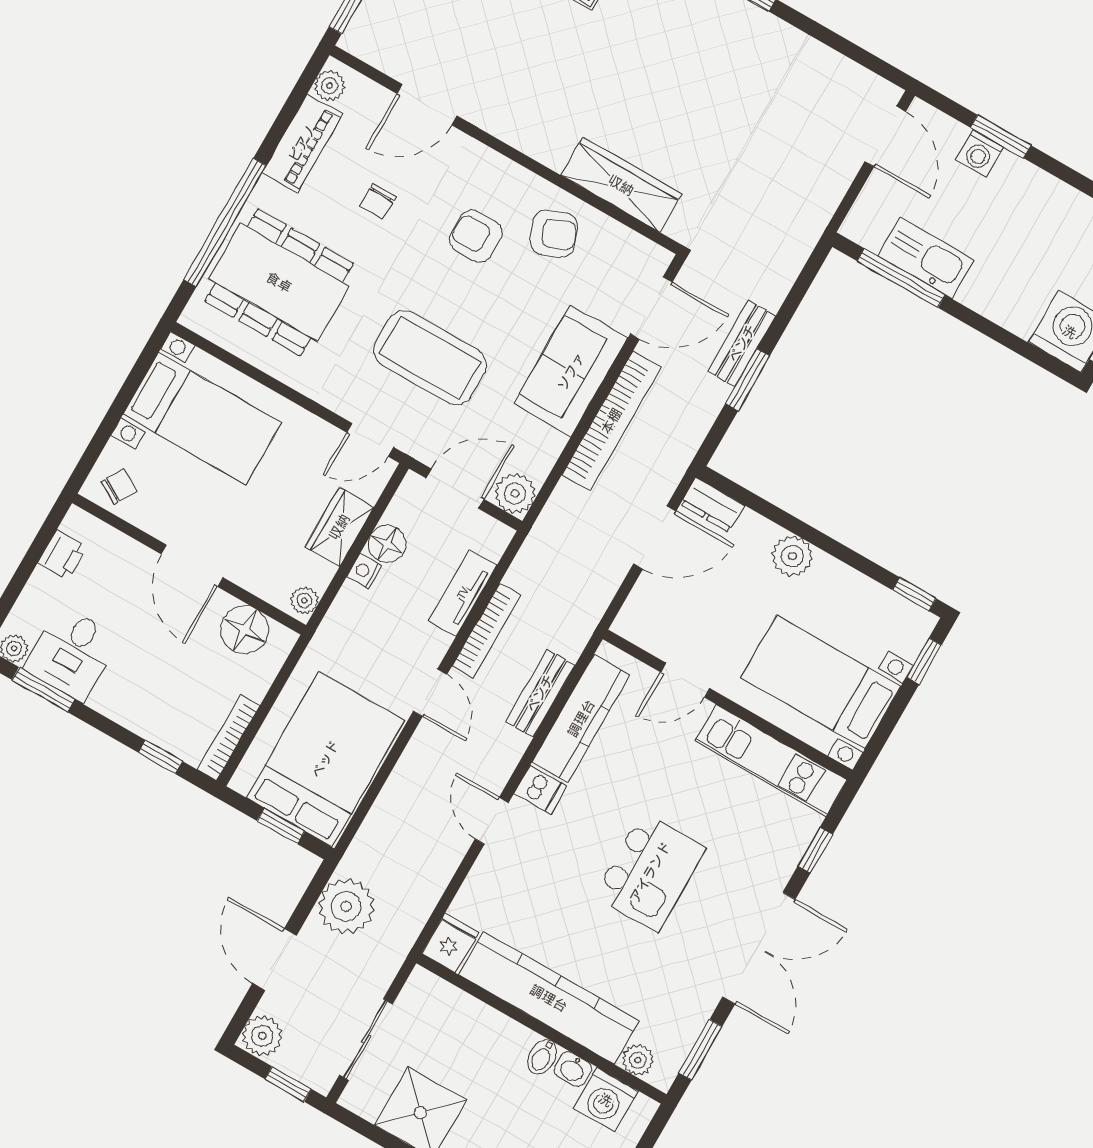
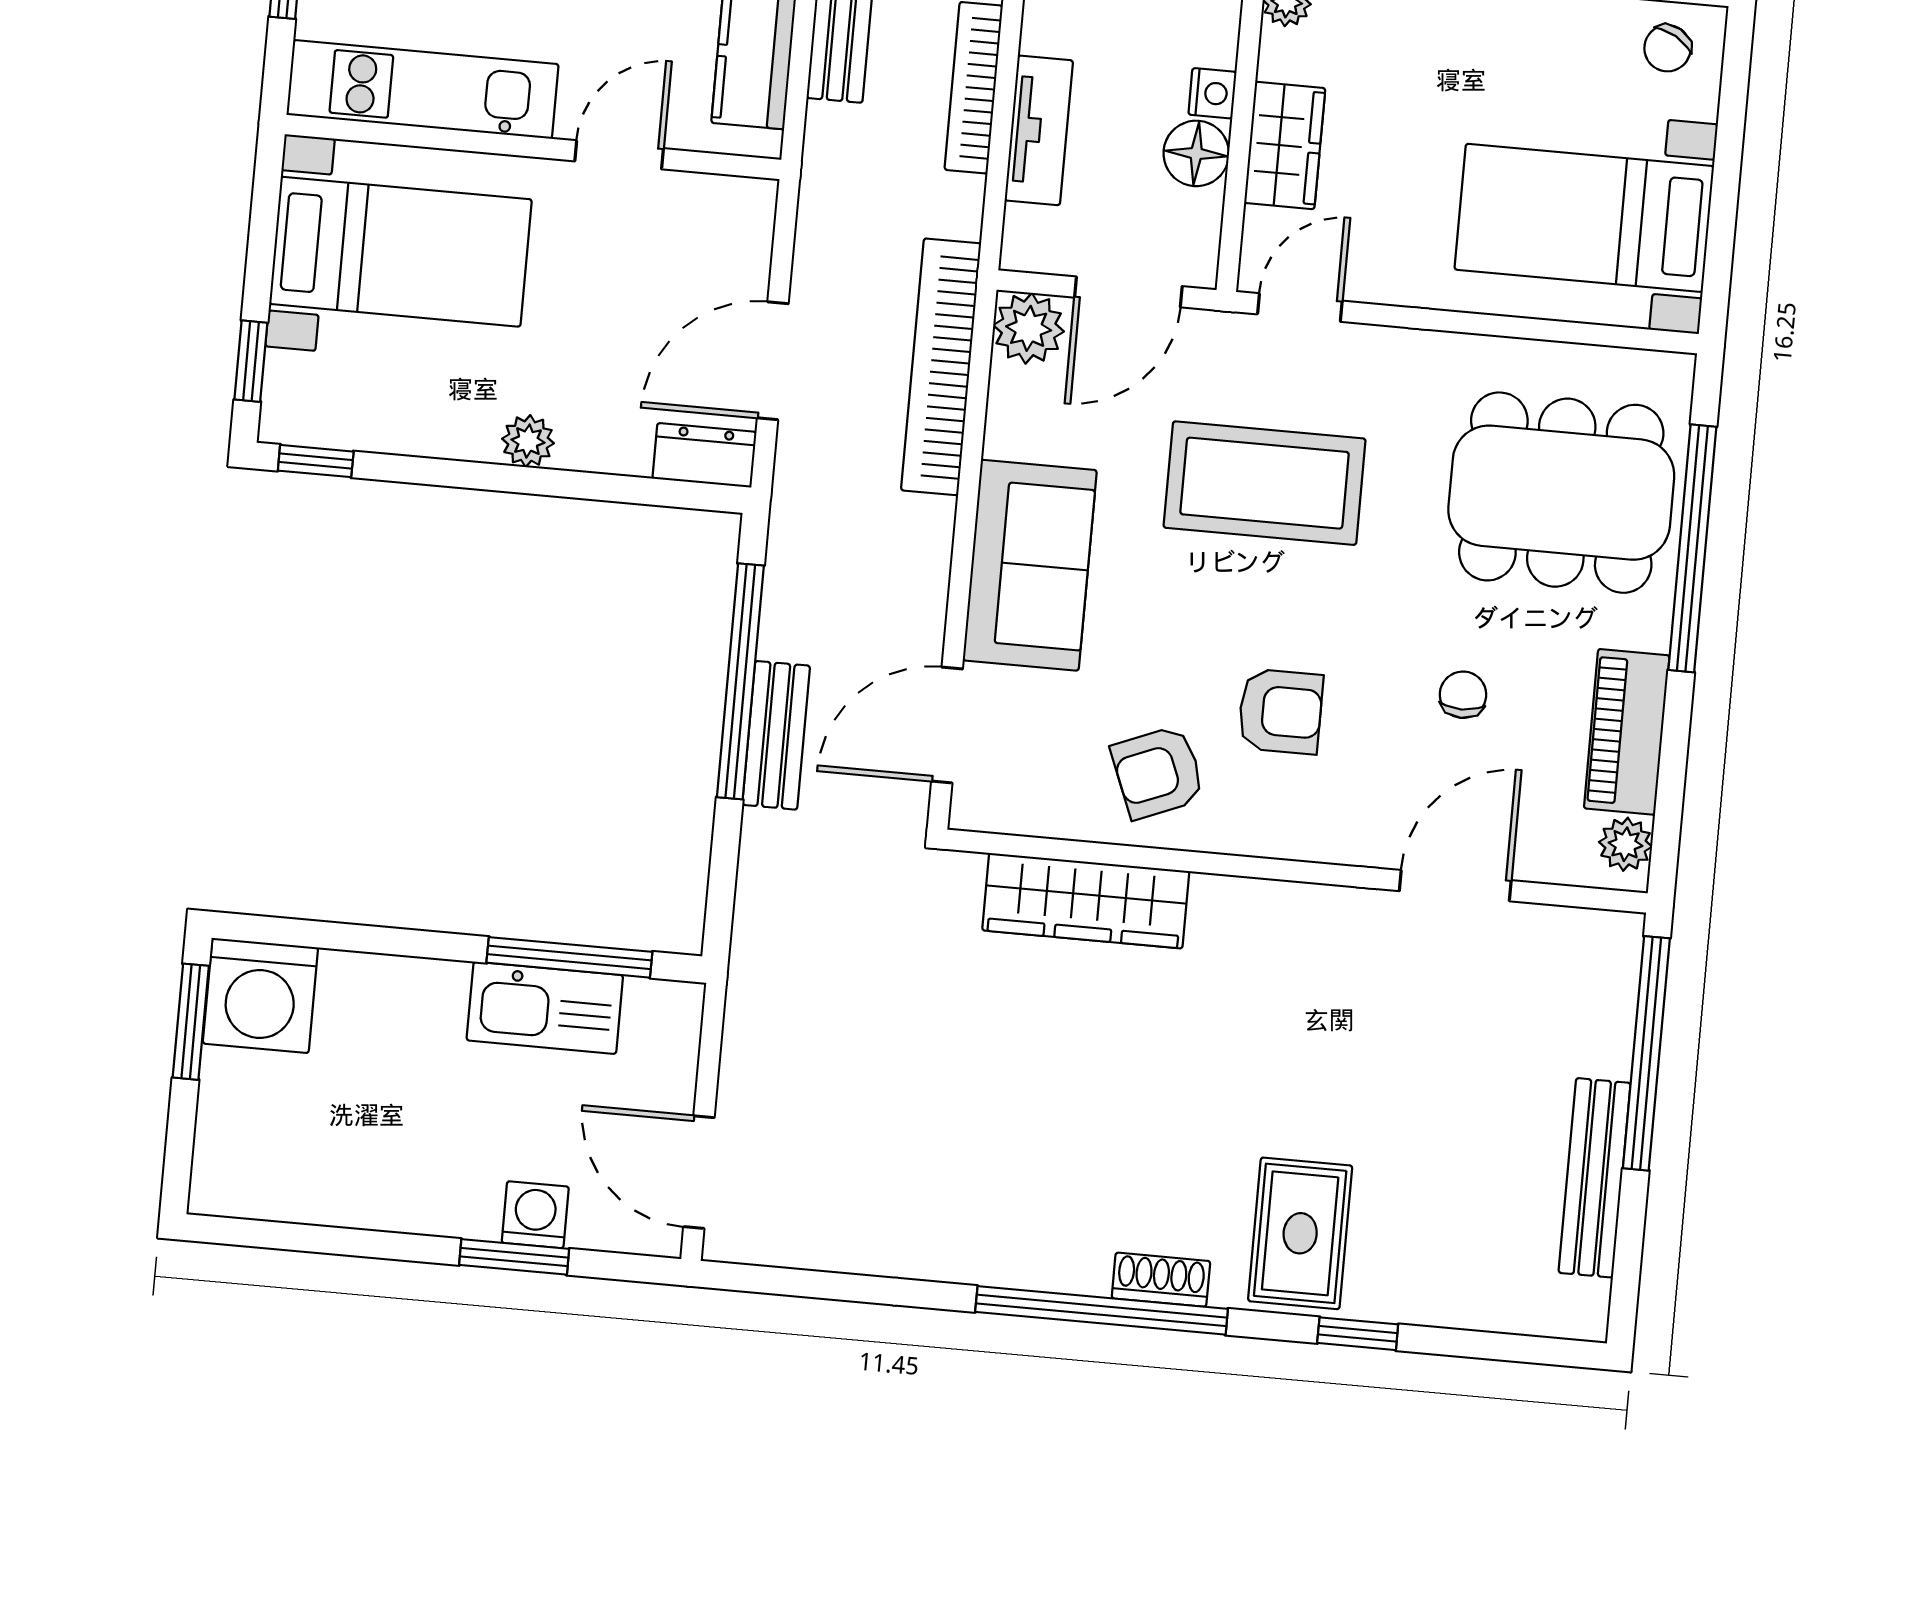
window: (747, 380) -> (740, 681), width x2.11
bookcase: (611, 421) -> (941, 367), moved
plant: (792, 556) -> (528, 441), width x0.73, depth x0.73

